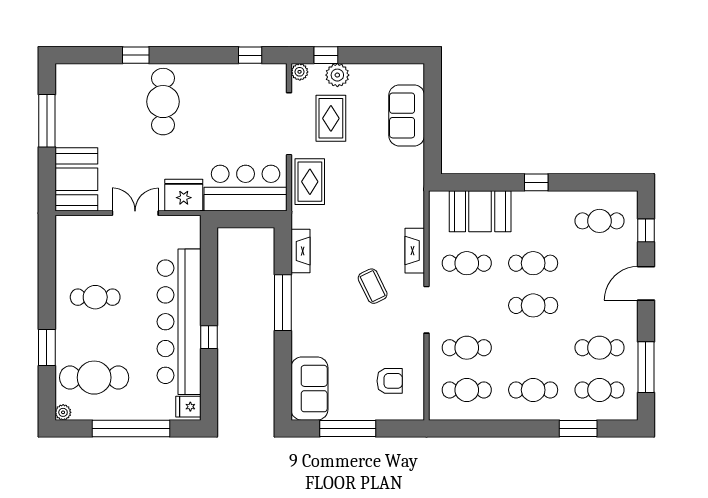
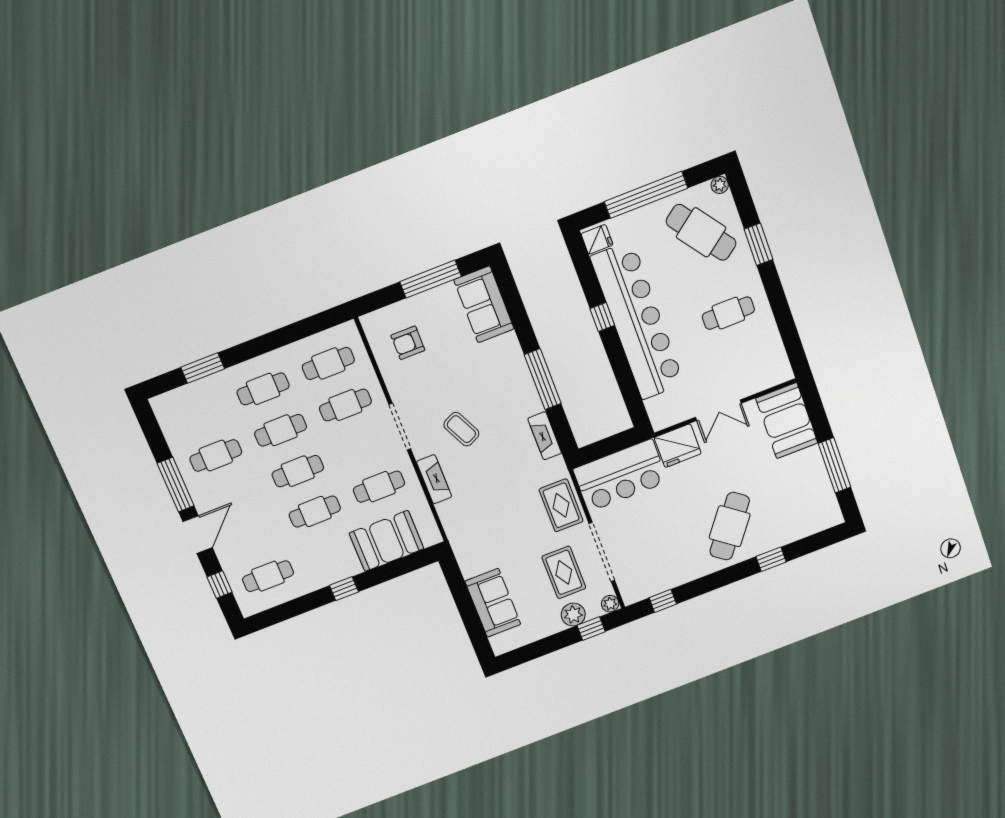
cafe table: (163, 102) -> (730, 526), turned 37
window: (646, 367) -> (176, 485), moved
cafe table: (94, 378) -> (701, 232), turned 53
cafe table: (600, 390) -> (281, 430), moved

